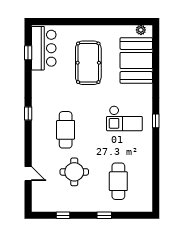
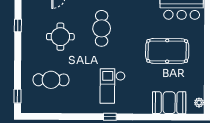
booth: (136, 61) -> (169, 103), width x0.73, depth x0.70
cafe table: (66, 130) -> (102, 28), turned 90
window: (104, 215) -> (18, 96), moved

